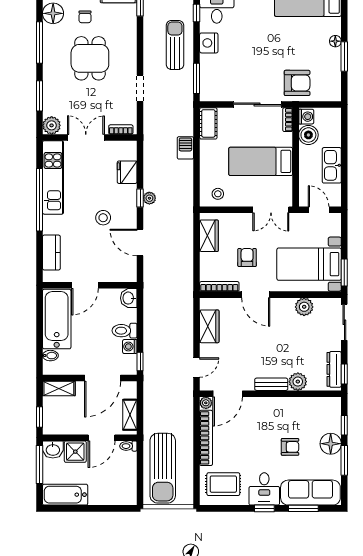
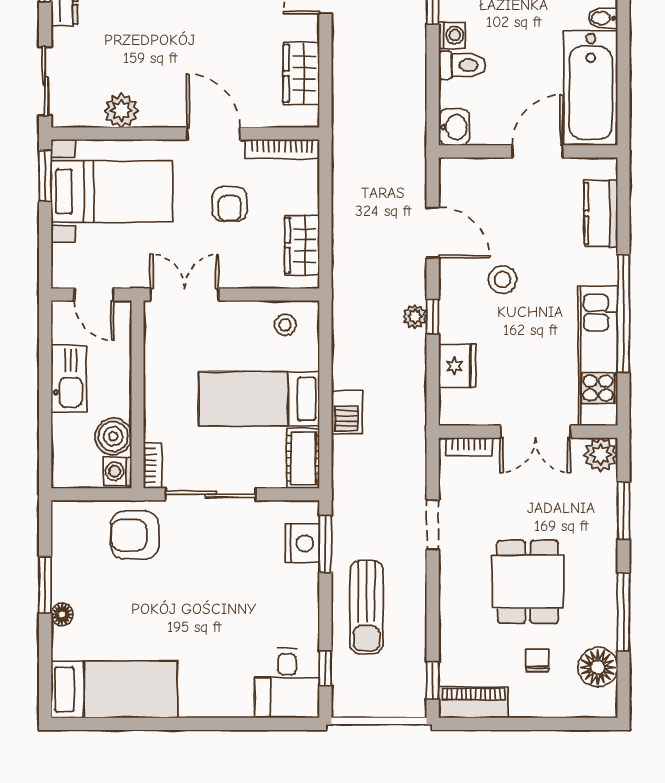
nightstand: (209, 43) -> (302, 543), moved
bed: (261, 161) -> (259, 399), moved, turned 180

